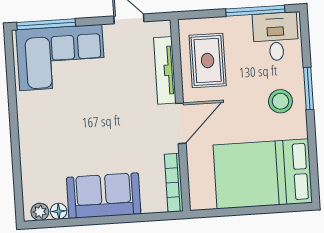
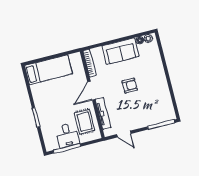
desk: (276, 37) -> (67, 135), moved
corner sofa: (61, 57) -> (152, 111), removed
stool: (280, 101) -> (48, 109), removed
armchair: (98, 119) -> (130, 86), added
bed: (263, 174) -> (48, 70), width x0.67

